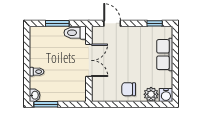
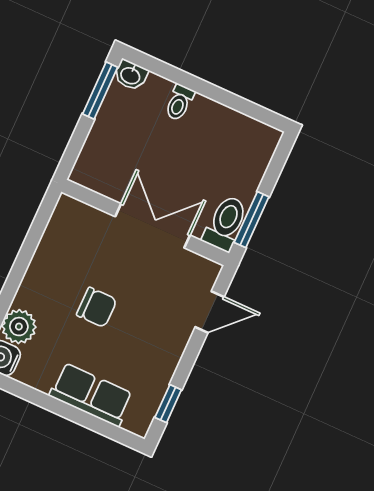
window: (57, 23) -> (252, 220), moved
double door: (89, 60) -> (153, 226), swing flipped
chair: (129, 89) -> (97, 307), moved, turned 90

